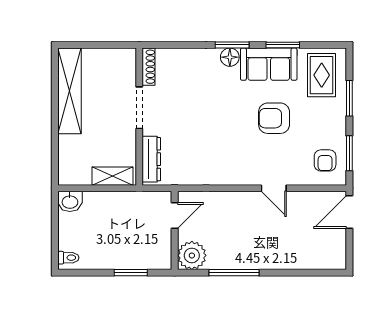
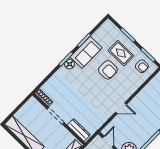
rug: (322, 75) -> (121, 53), moved
armchair: (274, 118) -> (108, 70), turned -90
door: (274, 188) -> (121, 108), moved

